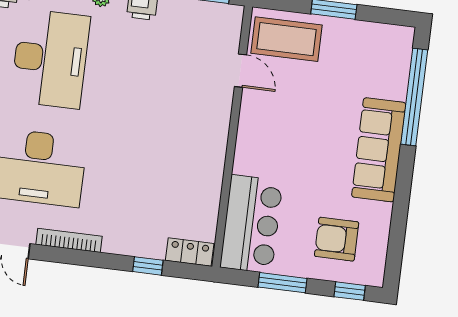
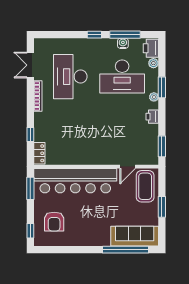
sofa: (379, 150) -> (135, 236), moved
bar counter: (251, 224) -> (75, 181), width x1.86
armchair: (337, 239) -> (54, 222), turned 180
window: (283, 283) -> (30, 188), moved

